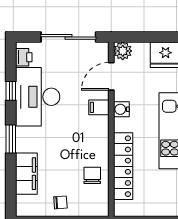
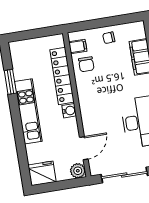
filing cabinet: (99, 107) -> (78, 46), moved
water cooler: (121, 109) -> (69, 111), moved

